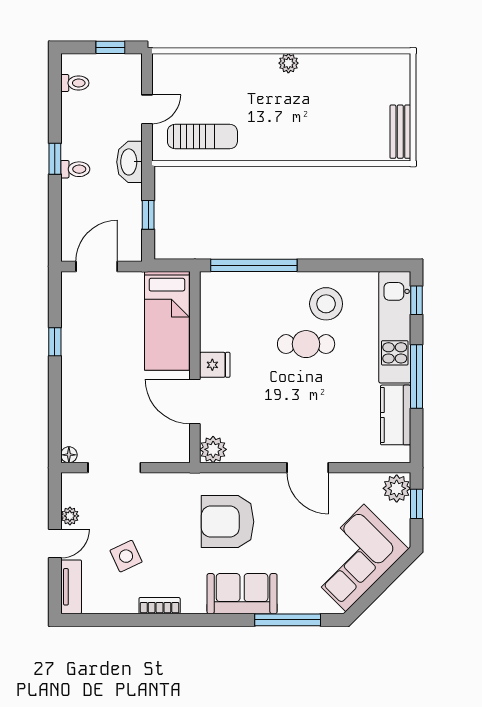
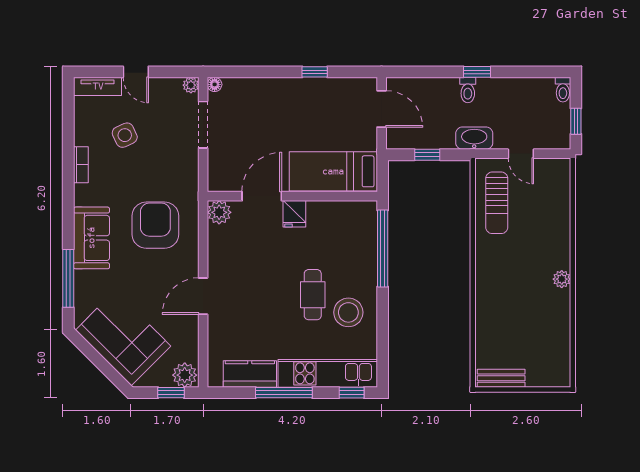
toilet: (75, 83) -> (563, 90), moved
plant: (70, 516) -> (191, 85), moved

